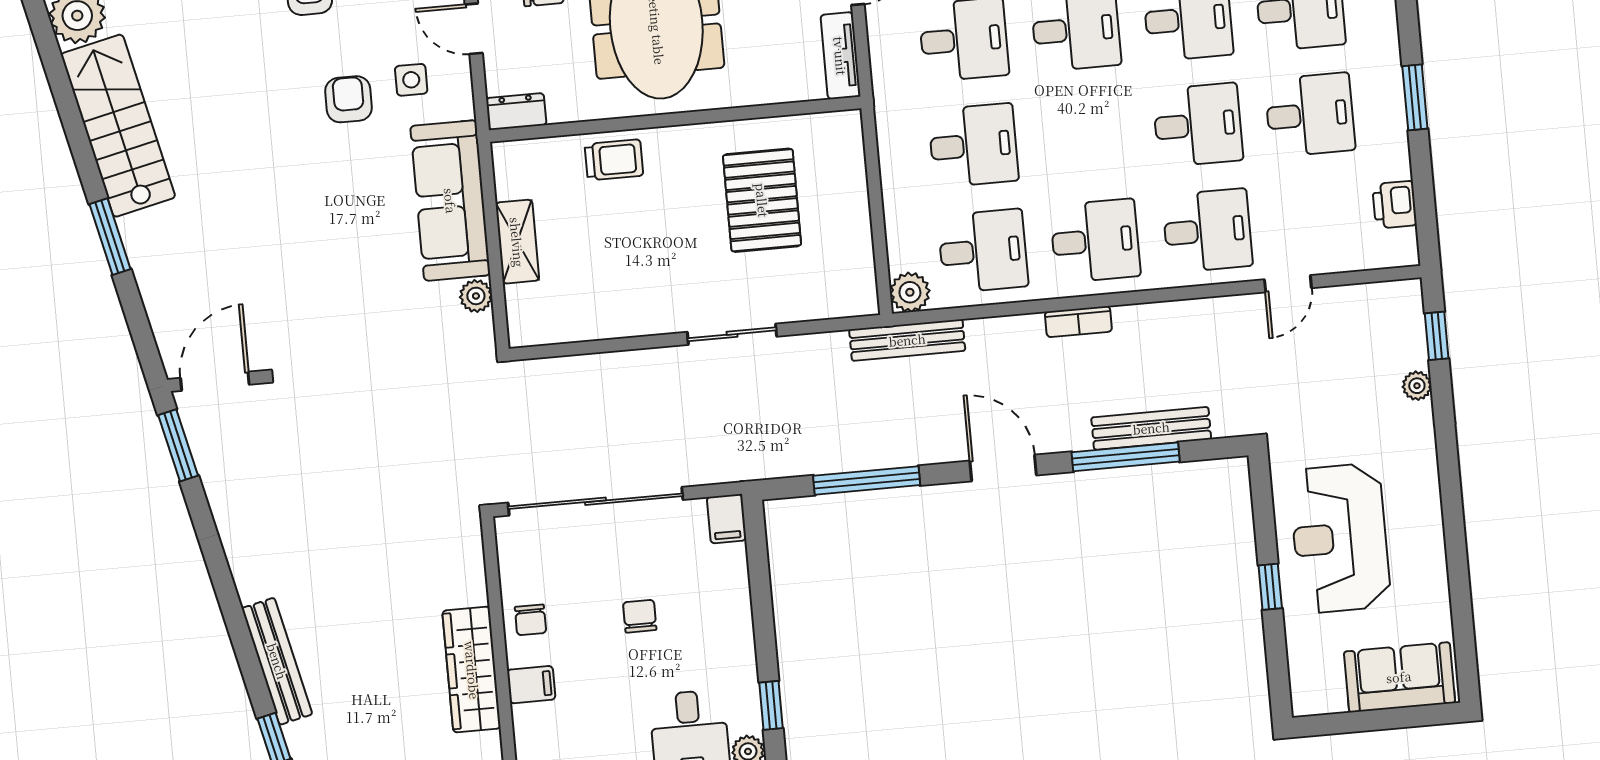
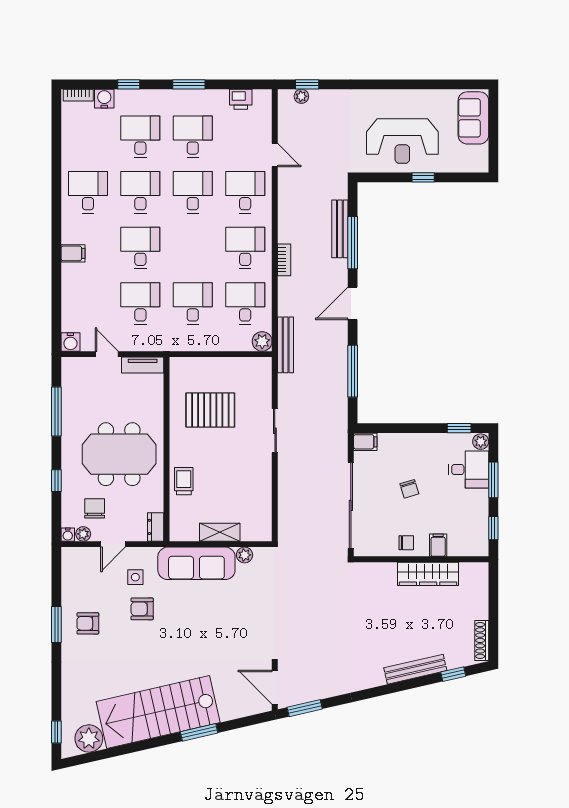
stairs: (118, 126) -> (158, 712), width x1.36, depth x1.51
plant: (1417, 386) -> (301, 96), moved
chair: (640, 616) -> (409, 489), turned -107

